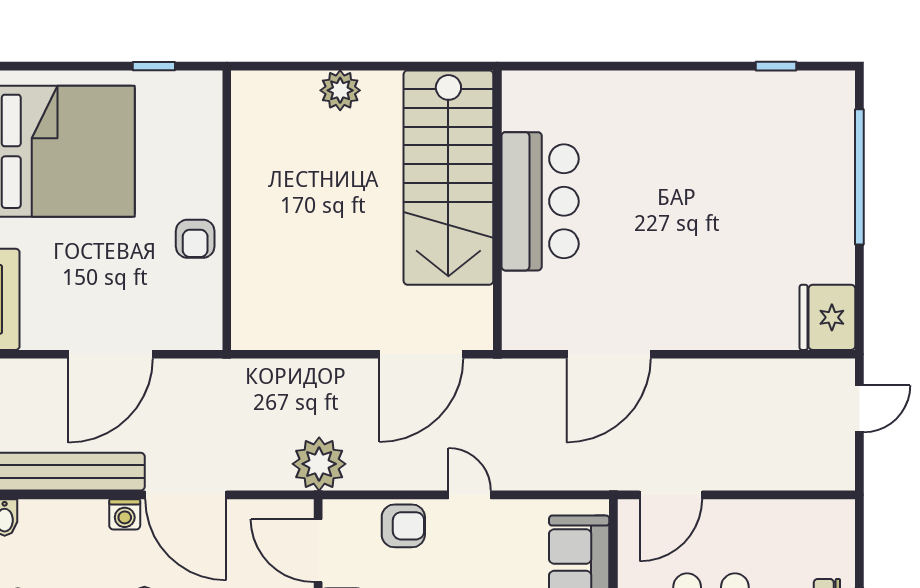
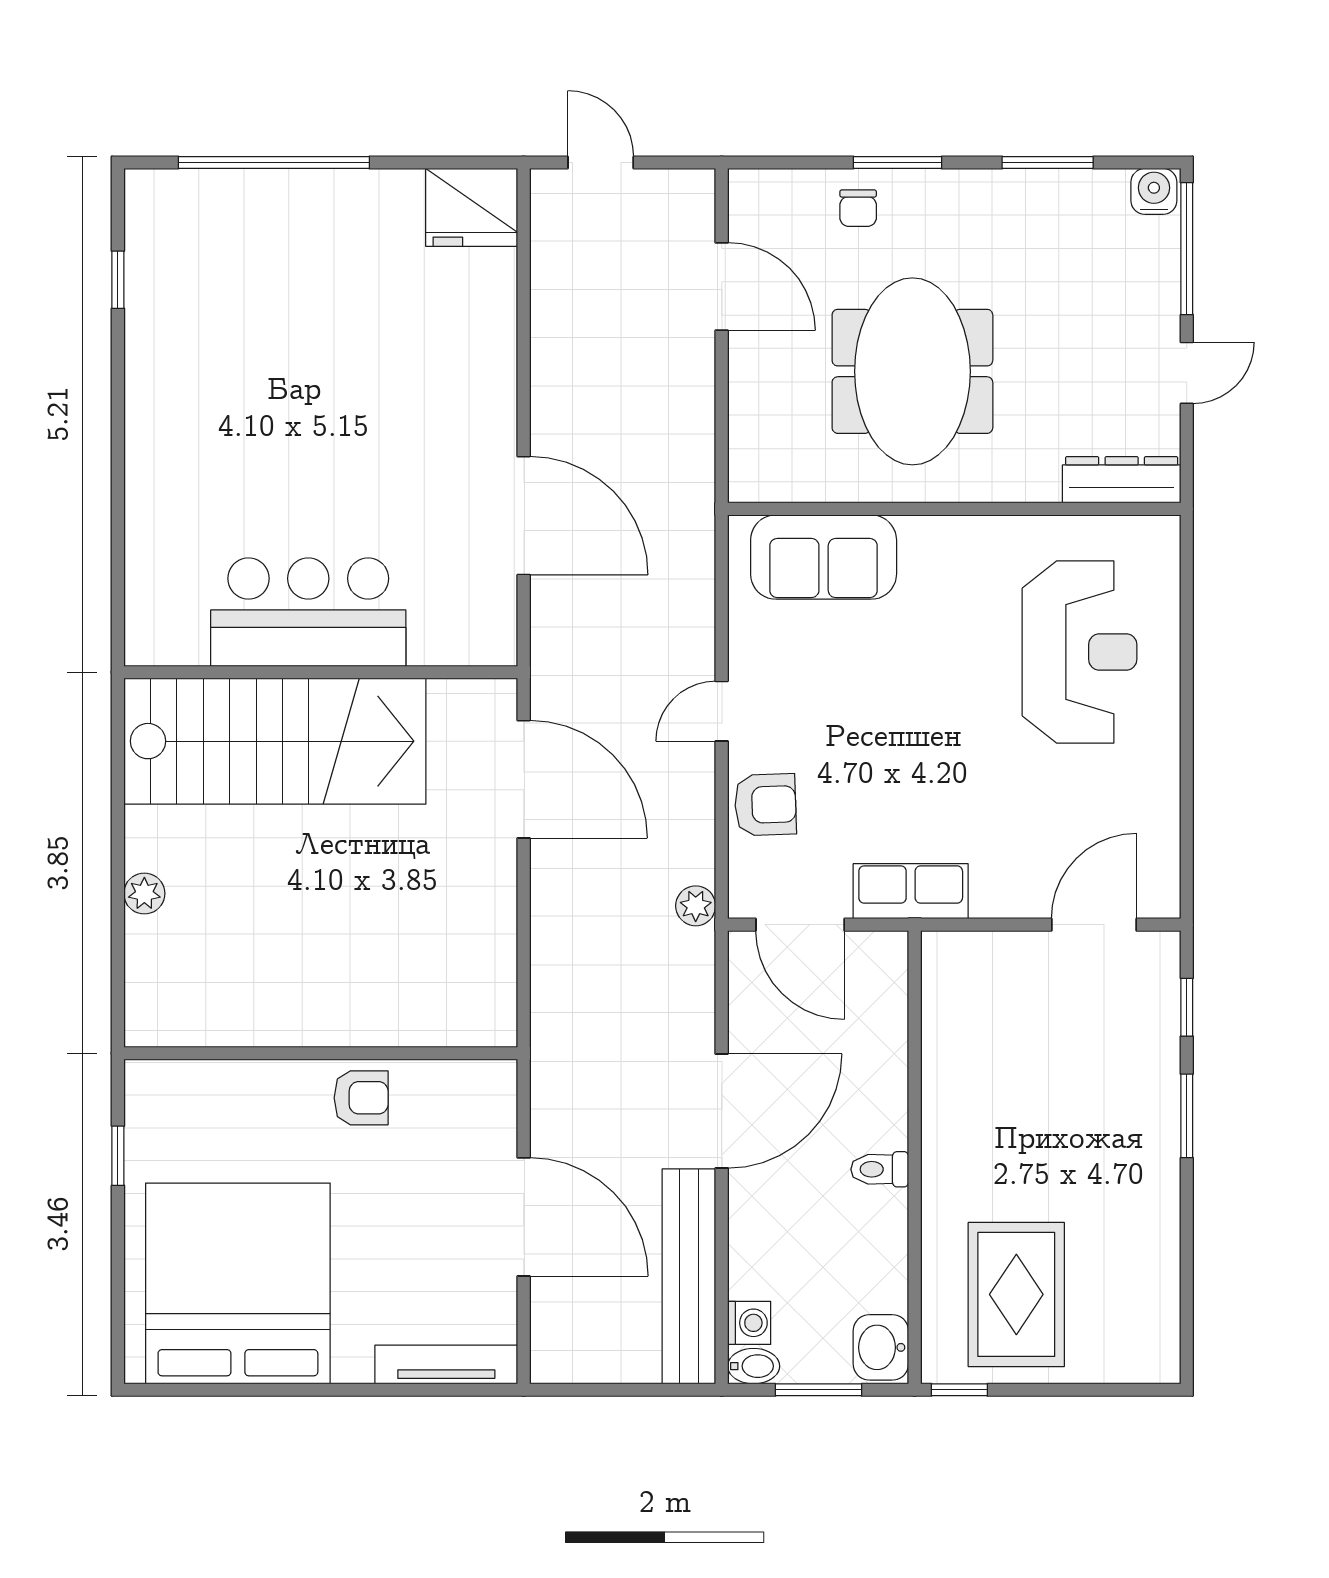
plant: (340, 90) -> (144, 894), width x0.73, depth x0.73
plant: (319, 464) -> (696, 906), width x0.53, depth x0.53
door: (671, 495) -> (722, 286), moved
washing machine: (125, 514) -> (749, 1323), moved
armchair: (403, 526) -> (765, 805), turned 88
door: (318, 551) -> (800, 925), hinge flipped

